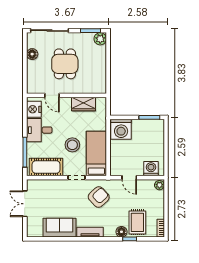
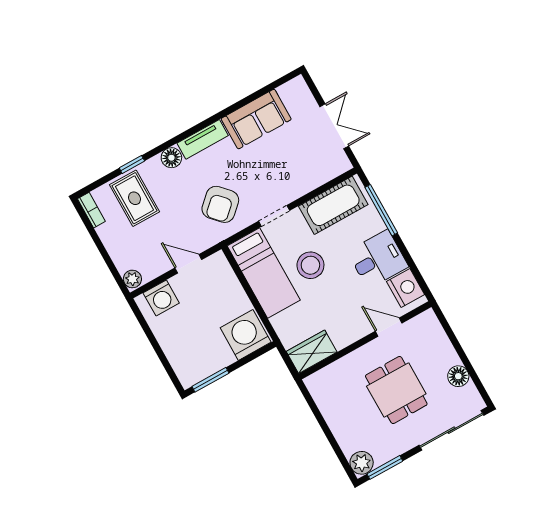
wardrobe: (83, 104) -> (312, 352), moved
floor lamp: (121, 232) -> (171, 158), moved

